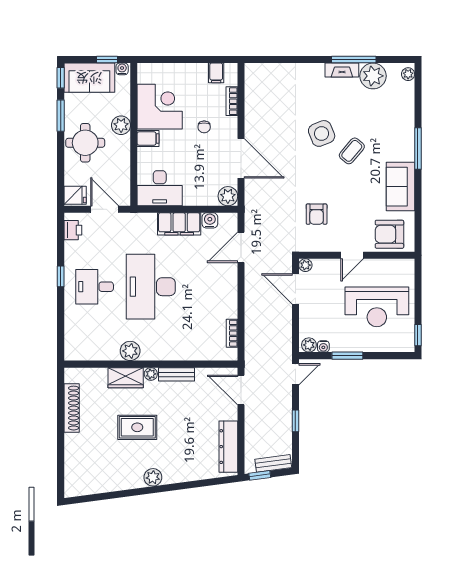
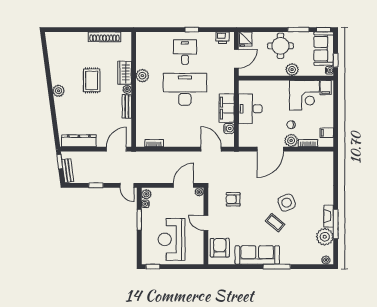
filing cabinet: (148, 139) -> (326, 88), moved
sofa: (400, 187) -> (257, 255), width x1.36
desk: (160, 188) -> (250, 109), moved
plant: (228, 196) -> (291, 140), moved

